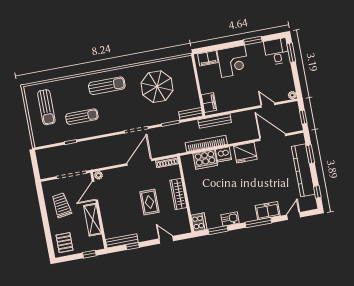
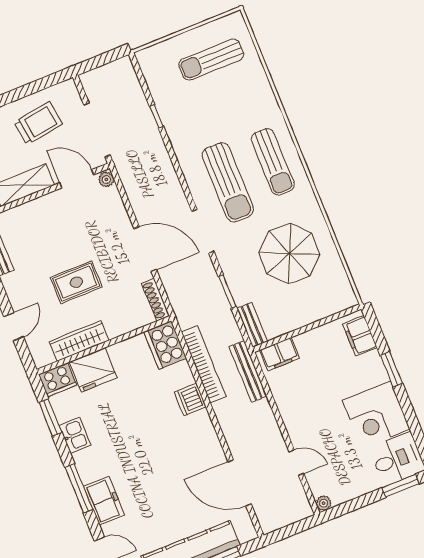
window: (253, 41) -> (391, 369), moved
corner desk: (233, 61) -> (376, 415), moved
door: (268, 105) -> (296, 462), hinge flipped
sun lounger: (82, 117) -> (228, 182), moved, width x1.36, depth x1.34
window: (303, 117) -> (288, 531), removed
door: (273, 137) -> (240, 483), swing flipped
fridge: (245, 153) -> (93, 370), moved, turned -90
cooker: (205, 159) -> (165, 345), moved
wardrobe: (178, 194) -> (79, 341), moved

